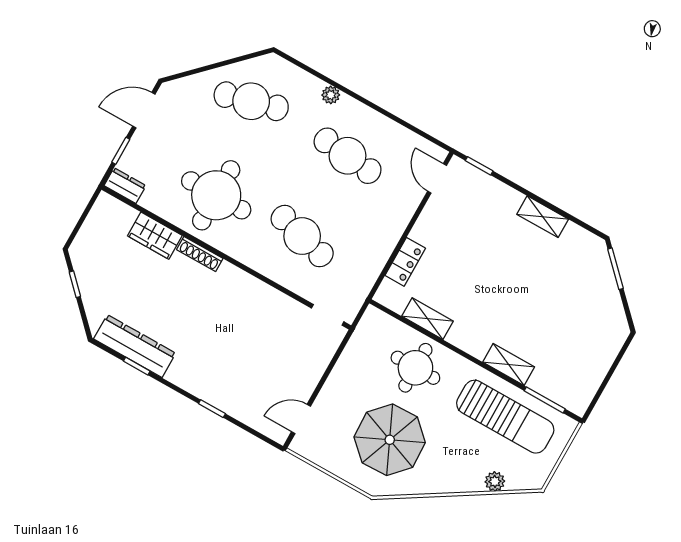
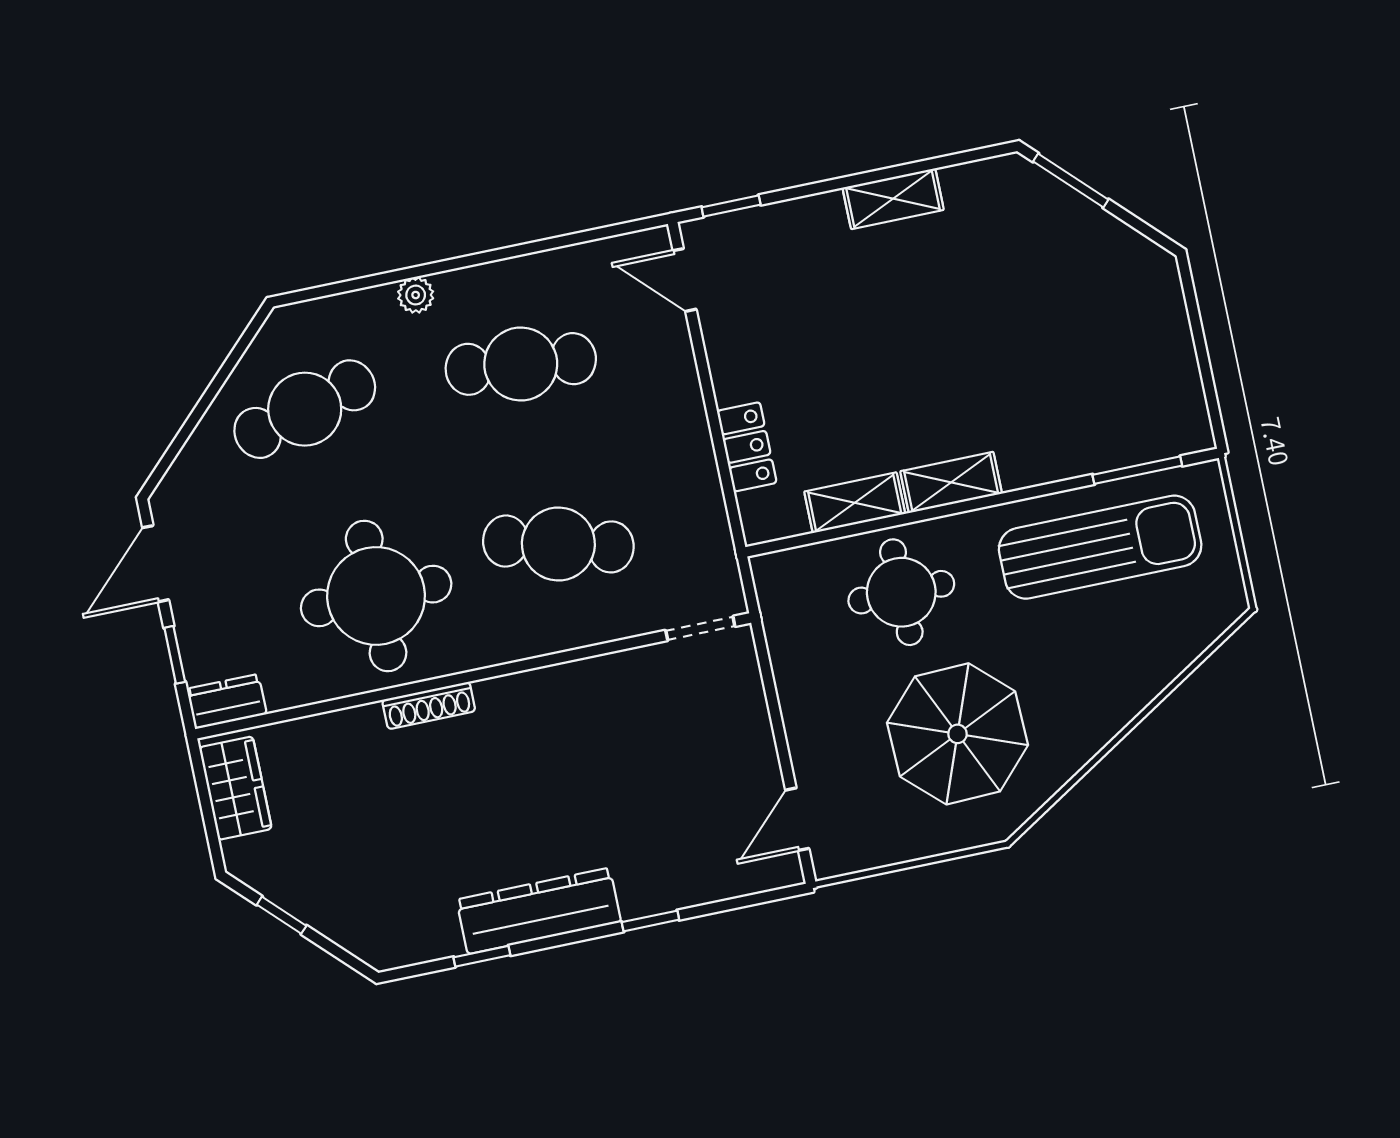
wardrobe: (155, 236) -> (235, 788), moved, turned -90
dresser: (135, 346) -> (539, 911), moved
shelving: (509, 364) -> (951, 482), moved
plant: (495, 481) -> (1170, 658), removed

